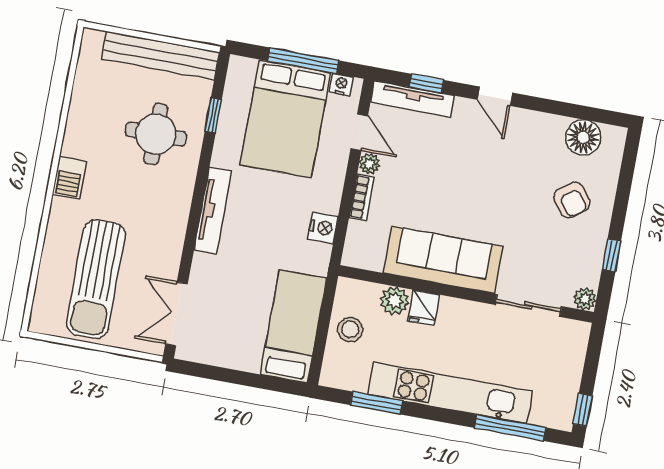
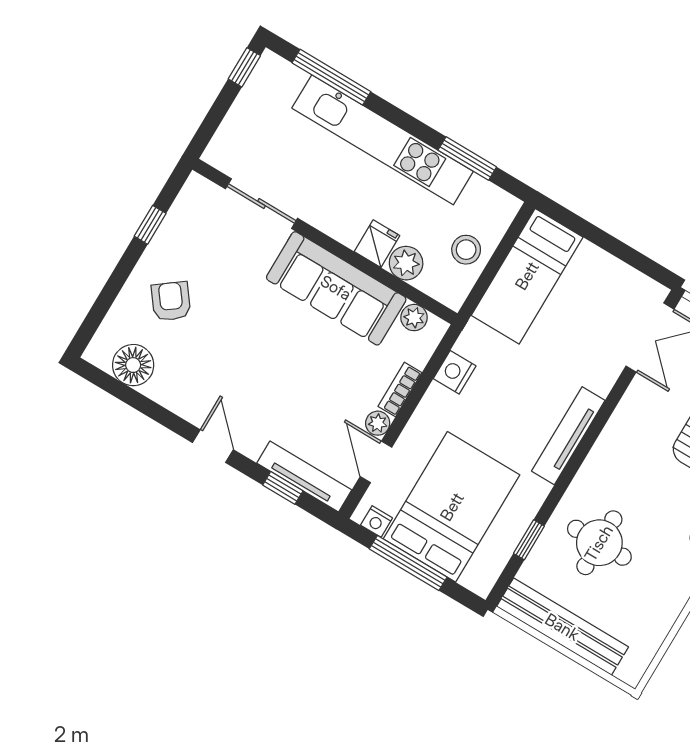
plant: (585, 299) -> (414, 318), moved

